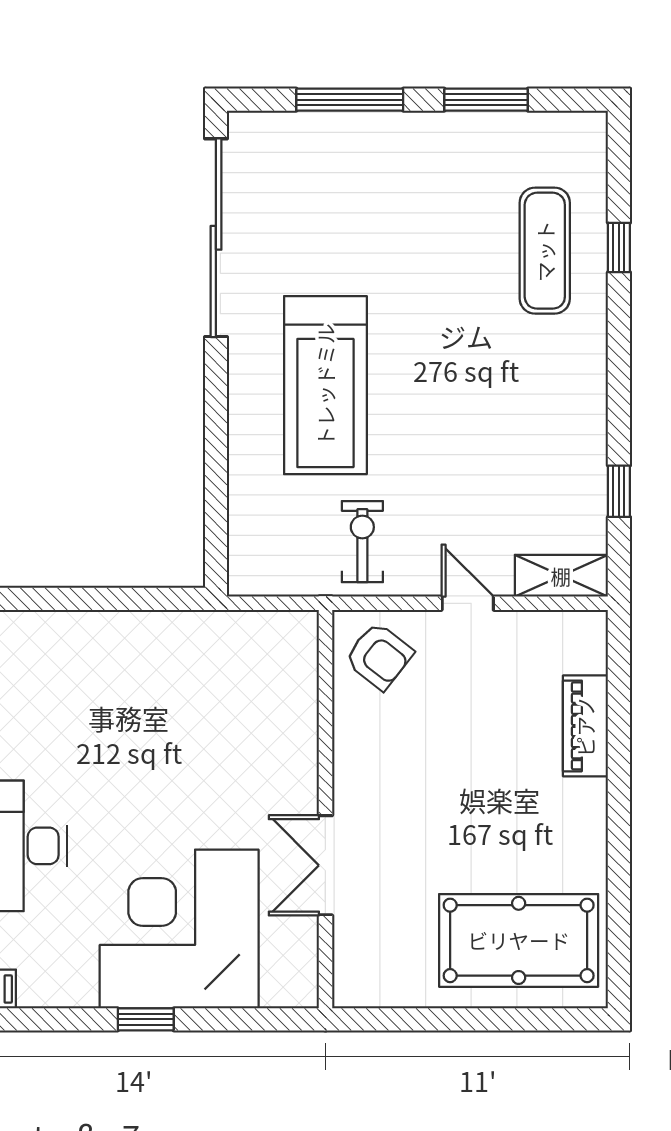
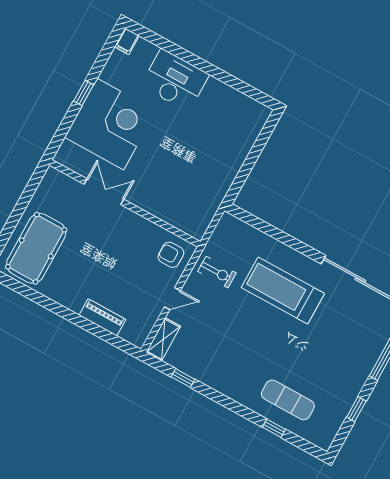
window: (486, 100) -> (356, 409), width x0.67
armchair: (379, 656) -> (171, 255), turned 52

